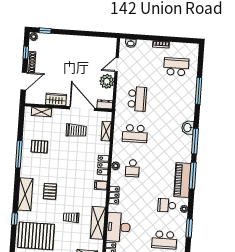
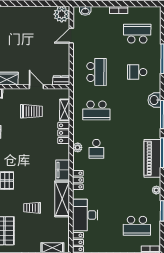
plant: (107, 81) -> (62, 14), moved
door: (82, 109) -> (36, 87), width x0.53
locker: (103, 165) -> (64, 133), moved
filing cabinet: (101, 185) -> (63, 170), width x2.00
school desk: (167, 205) -> (137, 72), moved
shelving: (98, 223) -> (62, 199), moved

